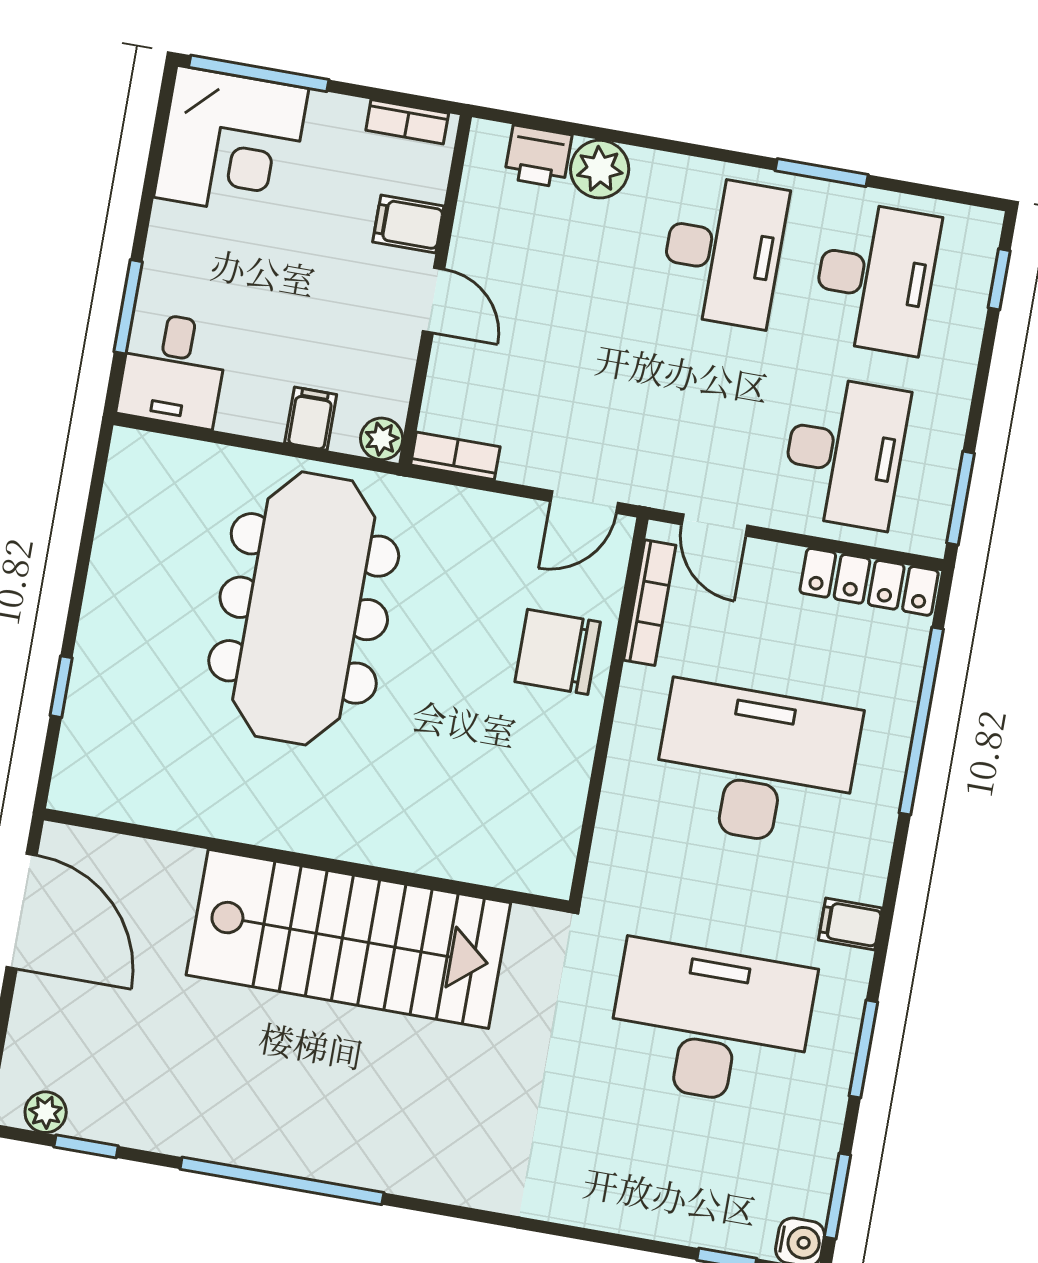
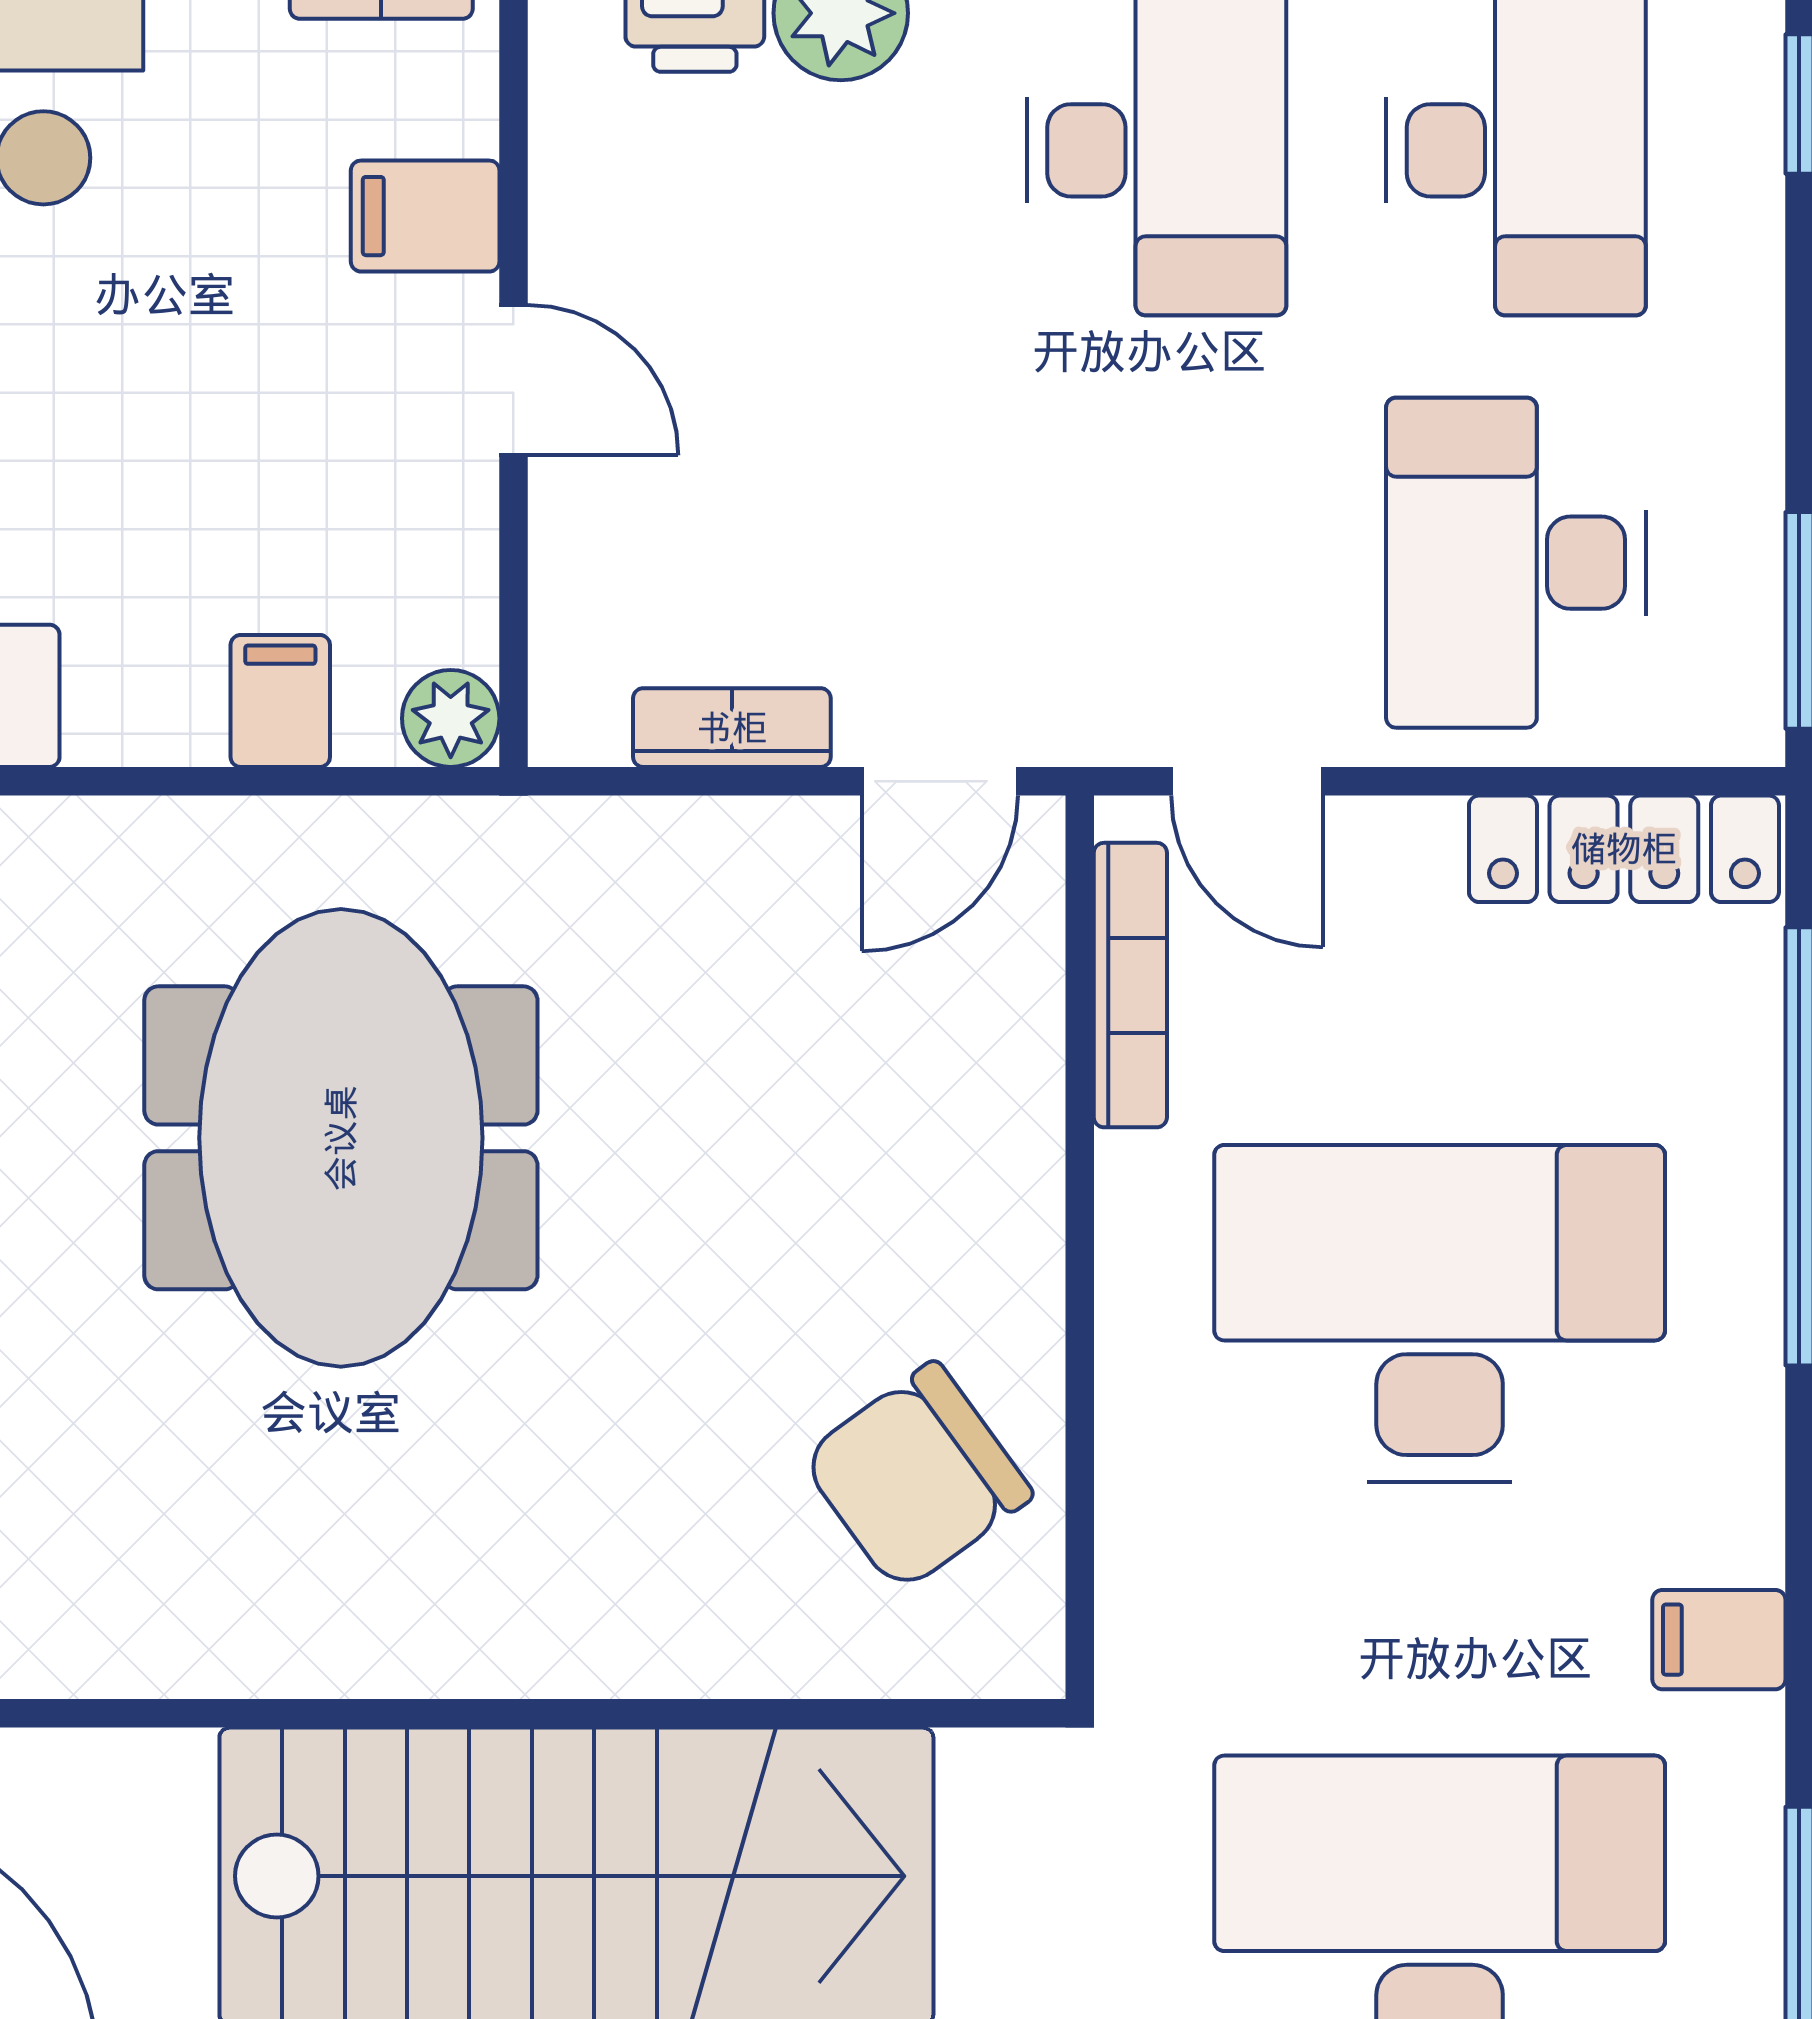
desk: (845, 452) -> (1516, 563), turned 180
bookcase: (455, 456) -> (732, 728), moved
meeting table: (304, 608) -> (341, 1138), width x0.73
chair: (558, 652) -> (917, 1477), moved, turned -36

